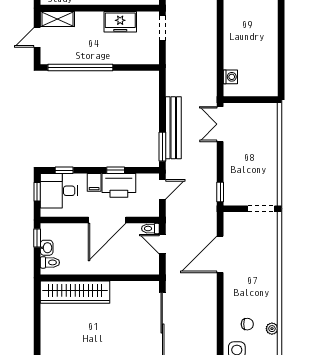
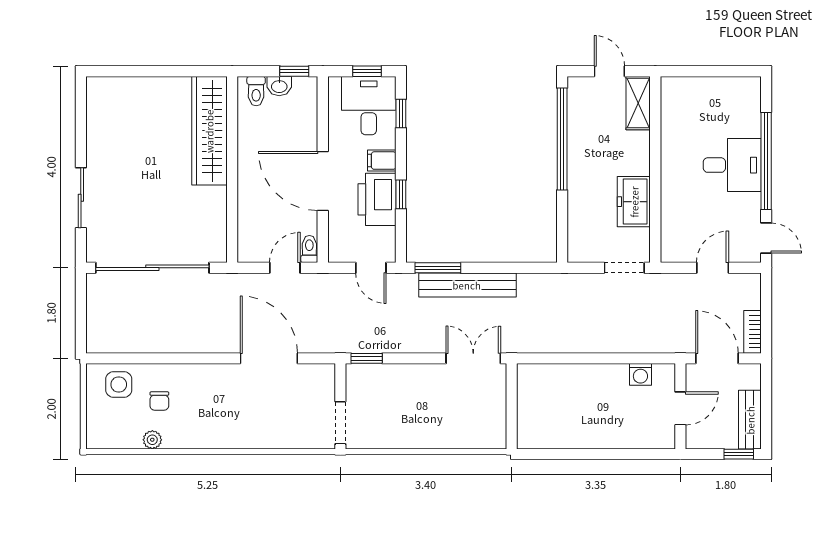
washing machine: (230, 77) -> (640, 374), moved

